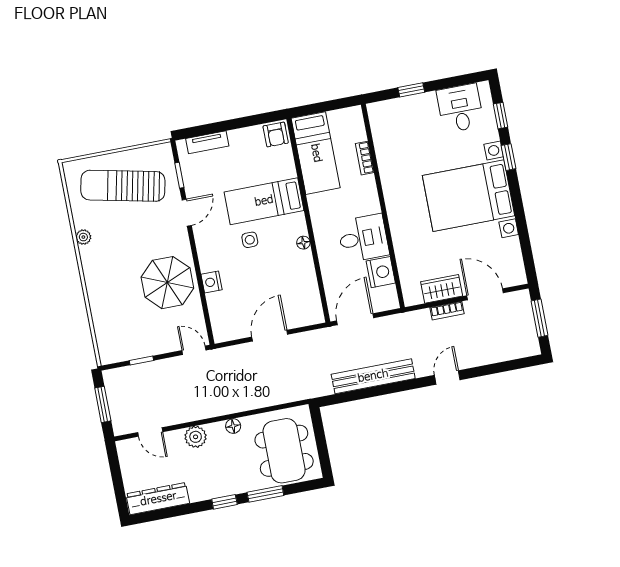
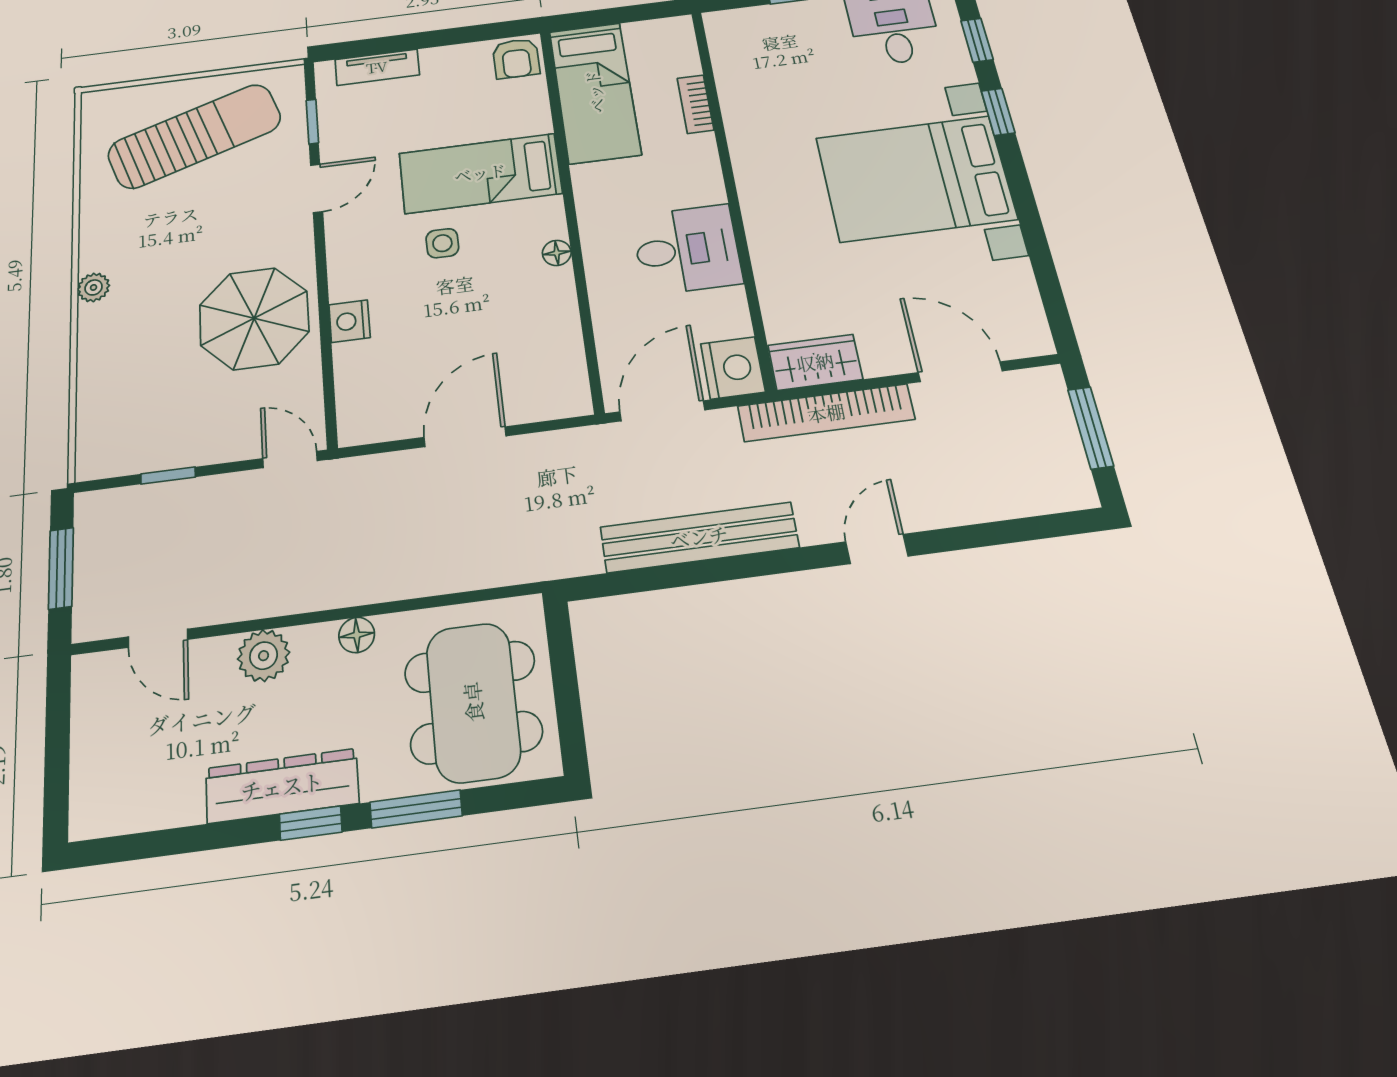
sun lounger: (123, 186) -> (195, 136), turned 149
plant: (83, 237) -> (94, 287), moved
nightstand: (381, 272) -> (733, 368), moved
wardrobe: (442, 289) -> (815, 362), moved
bookcase: (447, 311) -> (826, 413), width x2.31, depth x1.31
dresser: (158, 499) -> (282, 786), moved

